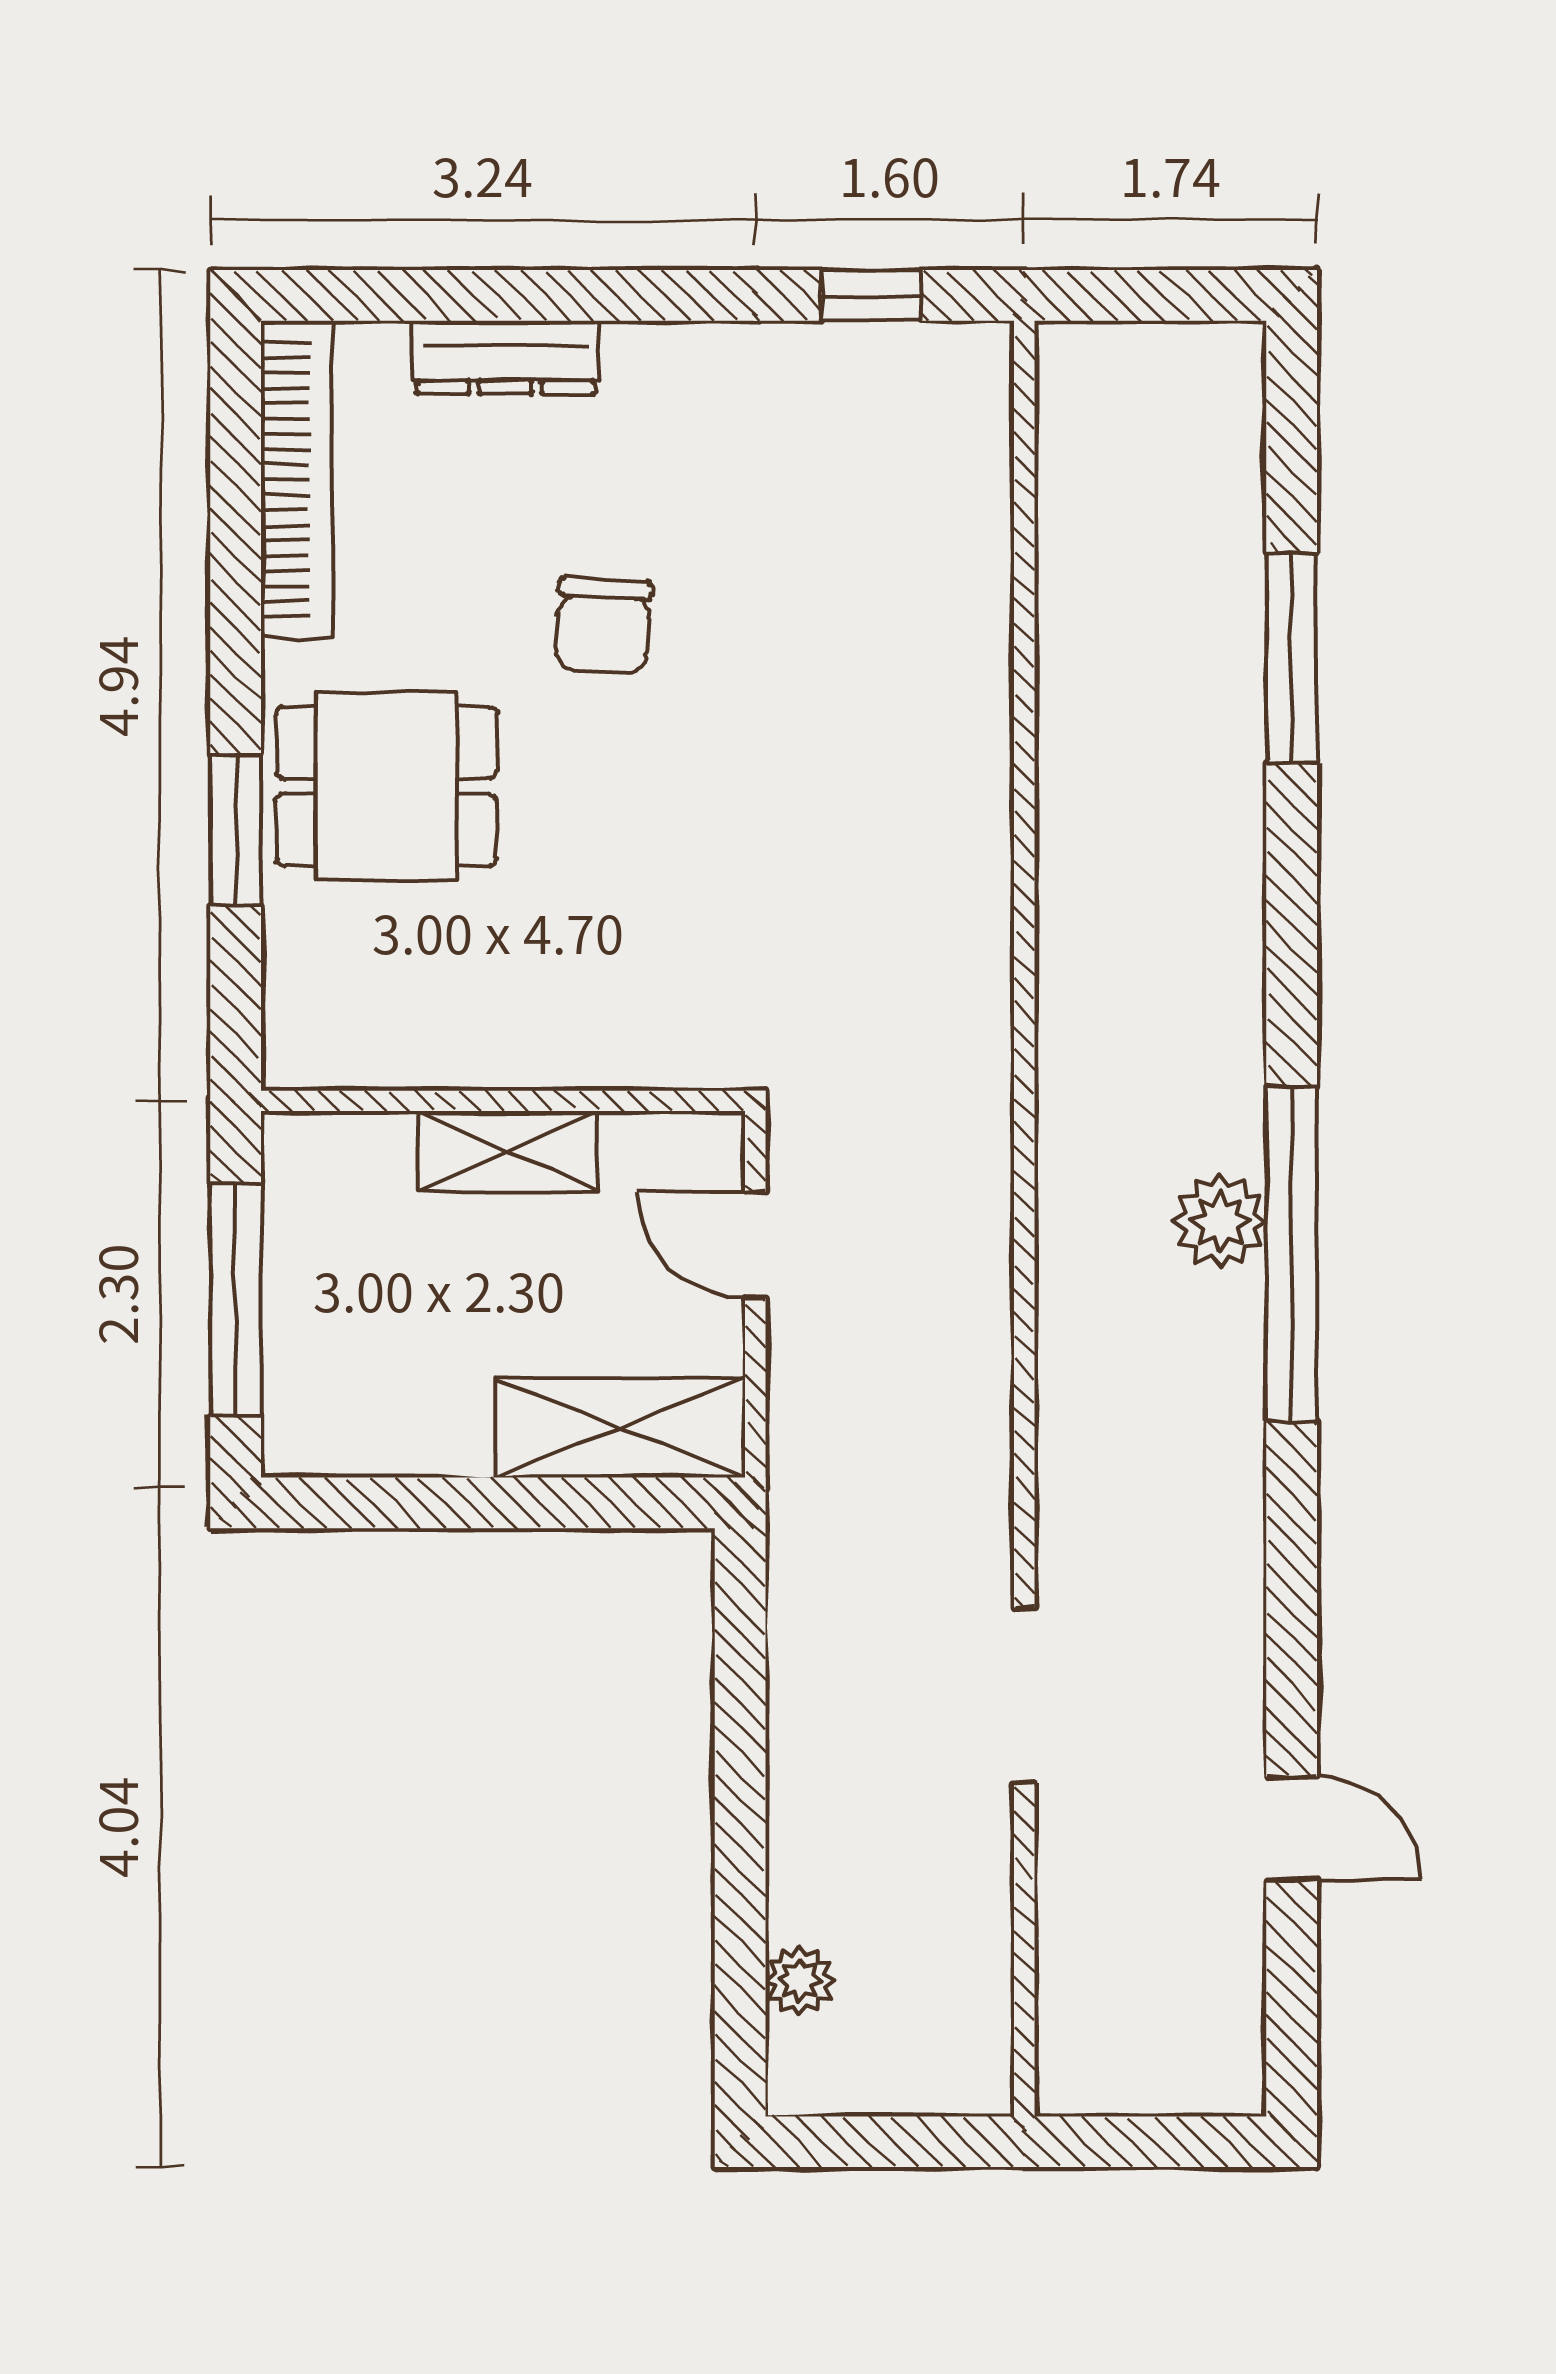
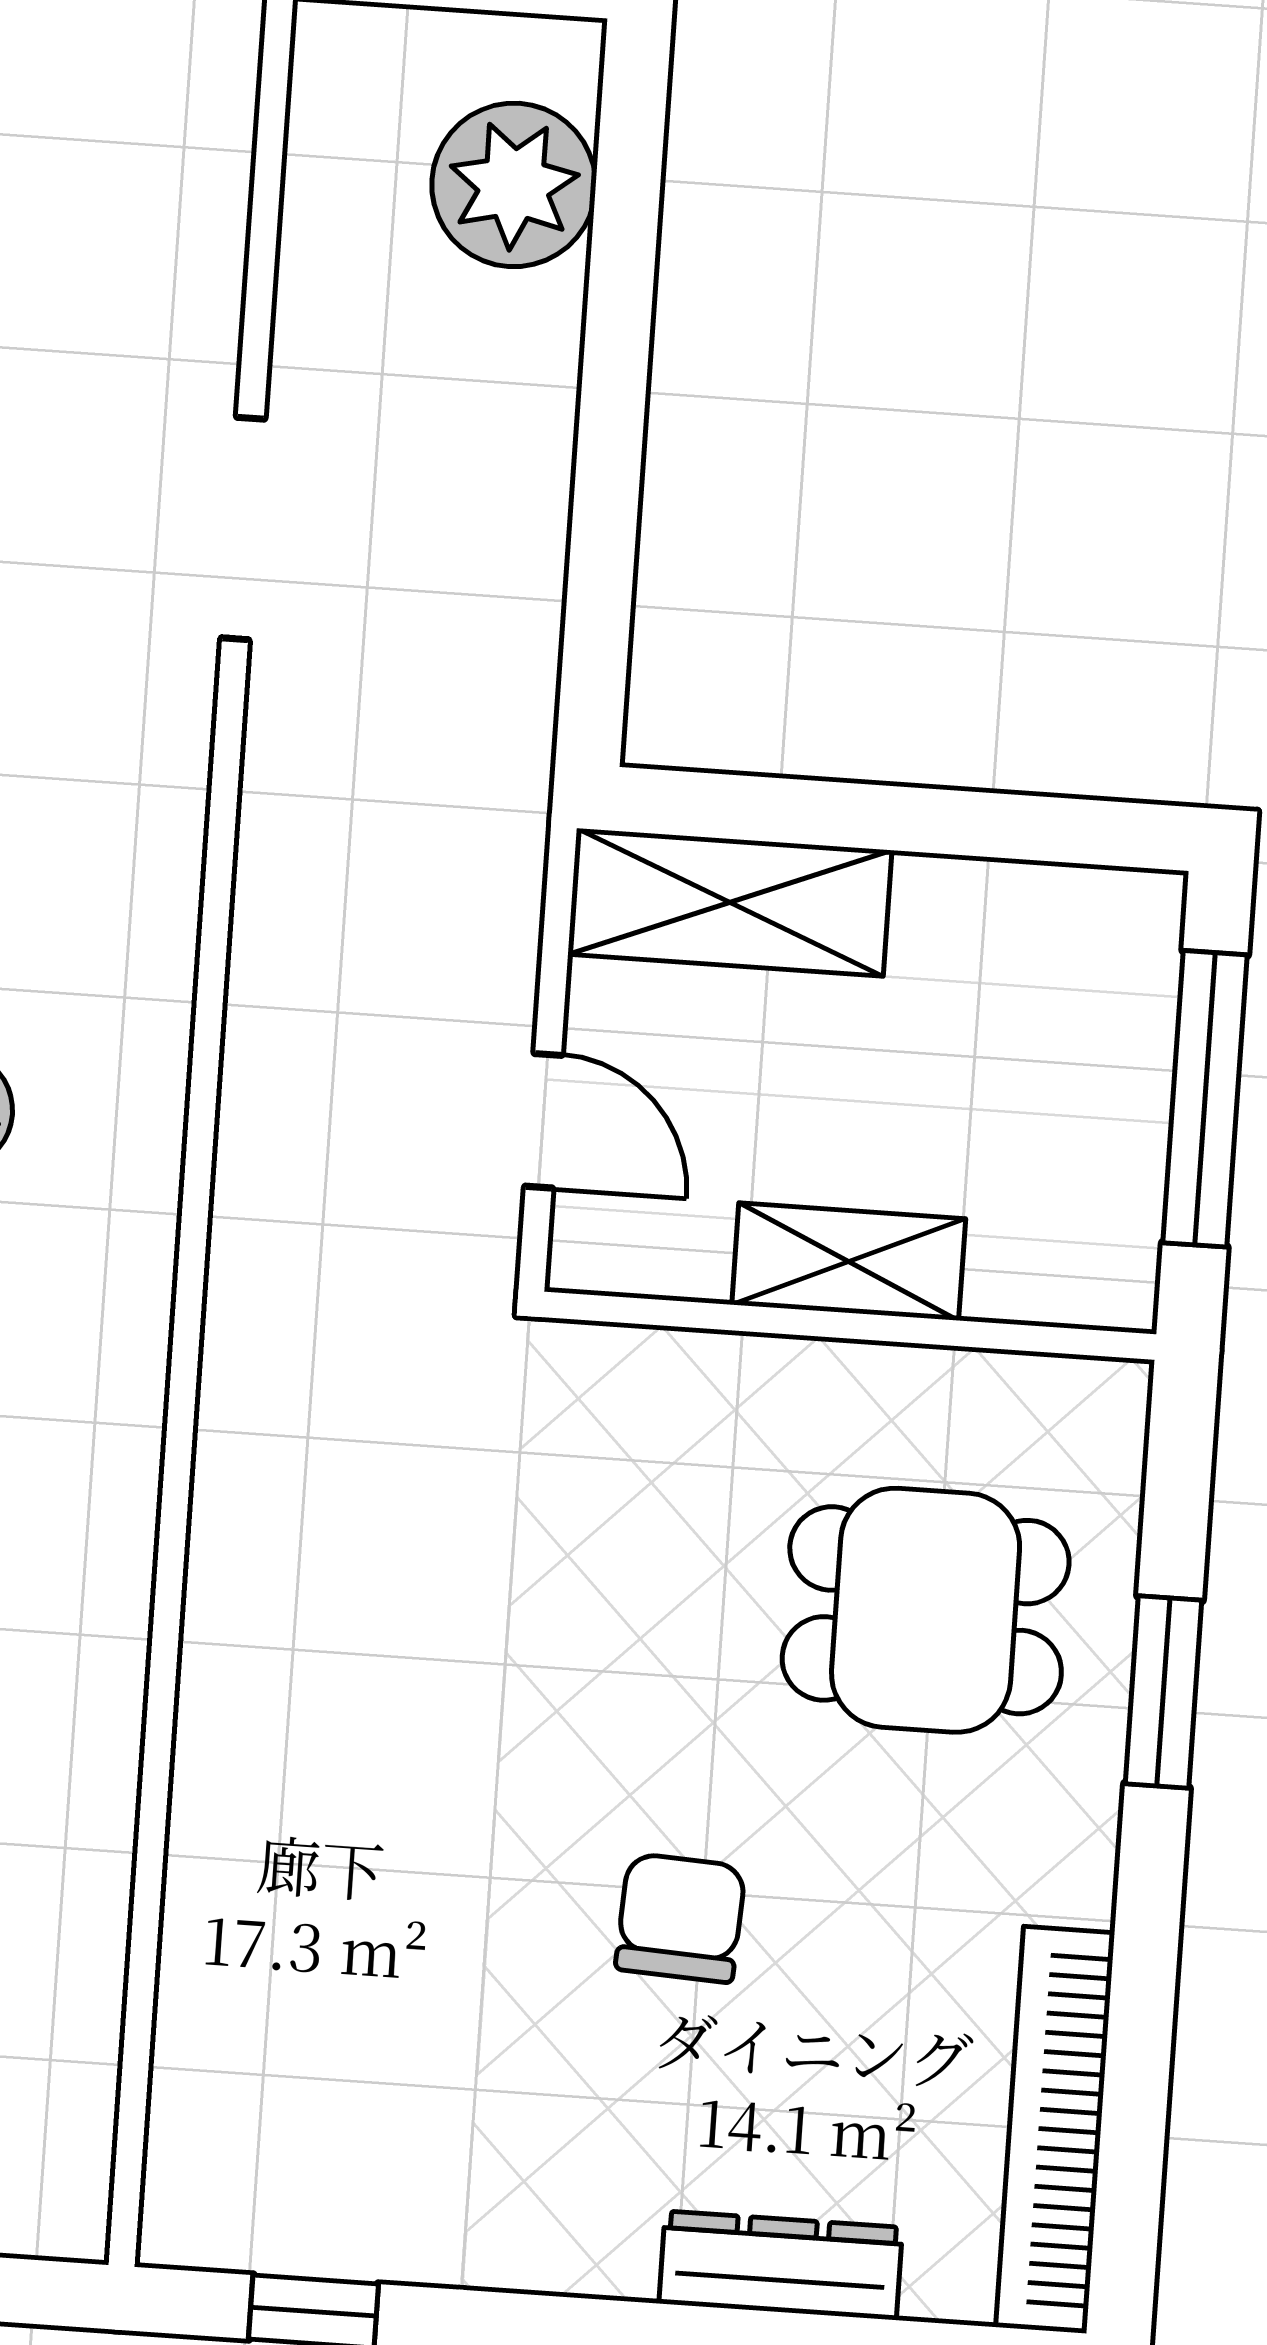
dining table: (386, 786) -> (926, 1610), moved
plant: (800, 1980) -> (514, 185), width x1.87, depth x1.87

